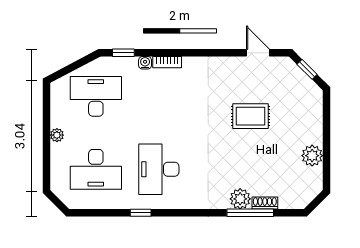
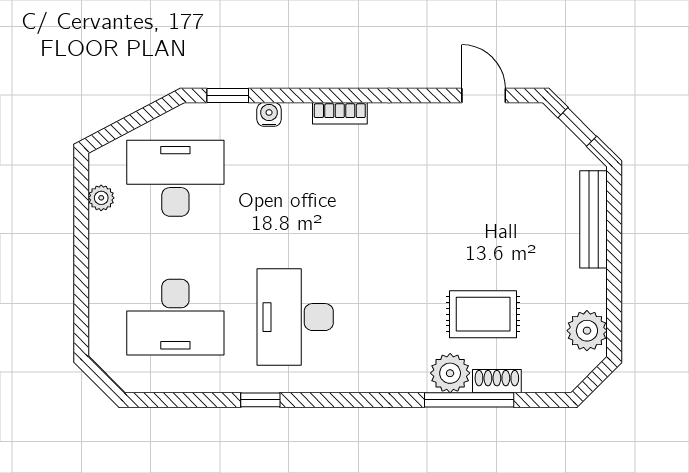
bookcase: (167, 62) -> (340, 113), moved
rug: (251, 116) -> (483, 314), moved
bench: (316, 118) -> (594, 219), added
plant: (57, 135) -> (101, 198), moved
plant: (312, 156) -> (587, 331), moved

